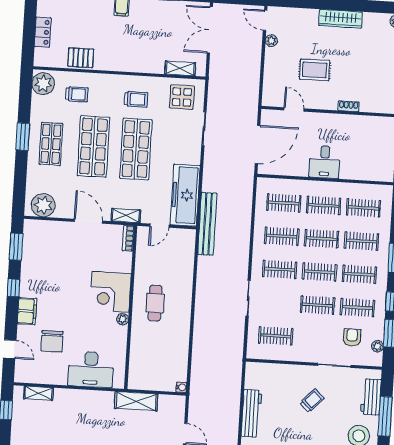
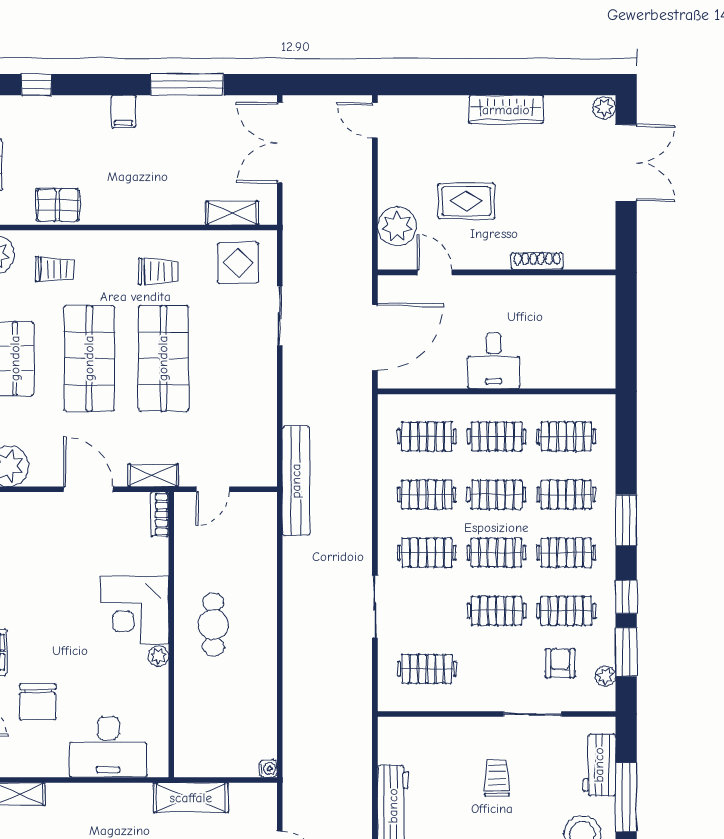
plant: (271, 41) -> (397, 226), moved, width x1.88, depth x1.88
shoe rack: (349, 106) -> (537, 261), width x1.43
freezer: (185, 195) -> (254, 433), removed
trolley: (312, 401) -> (497, 778), turned -44

